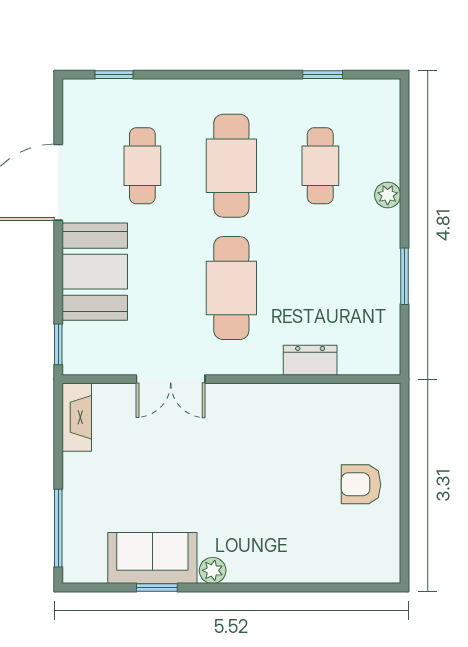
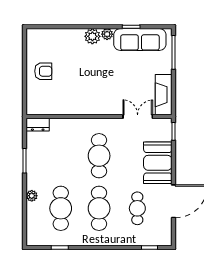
cafe table: (320, 166) -> (61, 208), width x1.37, depth x1.35
dresser: (310, 360) -> (38, 125), moved
double door: (171, 379) -> (138, 116), moved
fireplace: (77, 417) -> (164, 95), width x1.37, depth x1.32
sofa: (152, 558) -> (140, 40), width x1.36
plant: (247, 565) -> (92, 36), added

